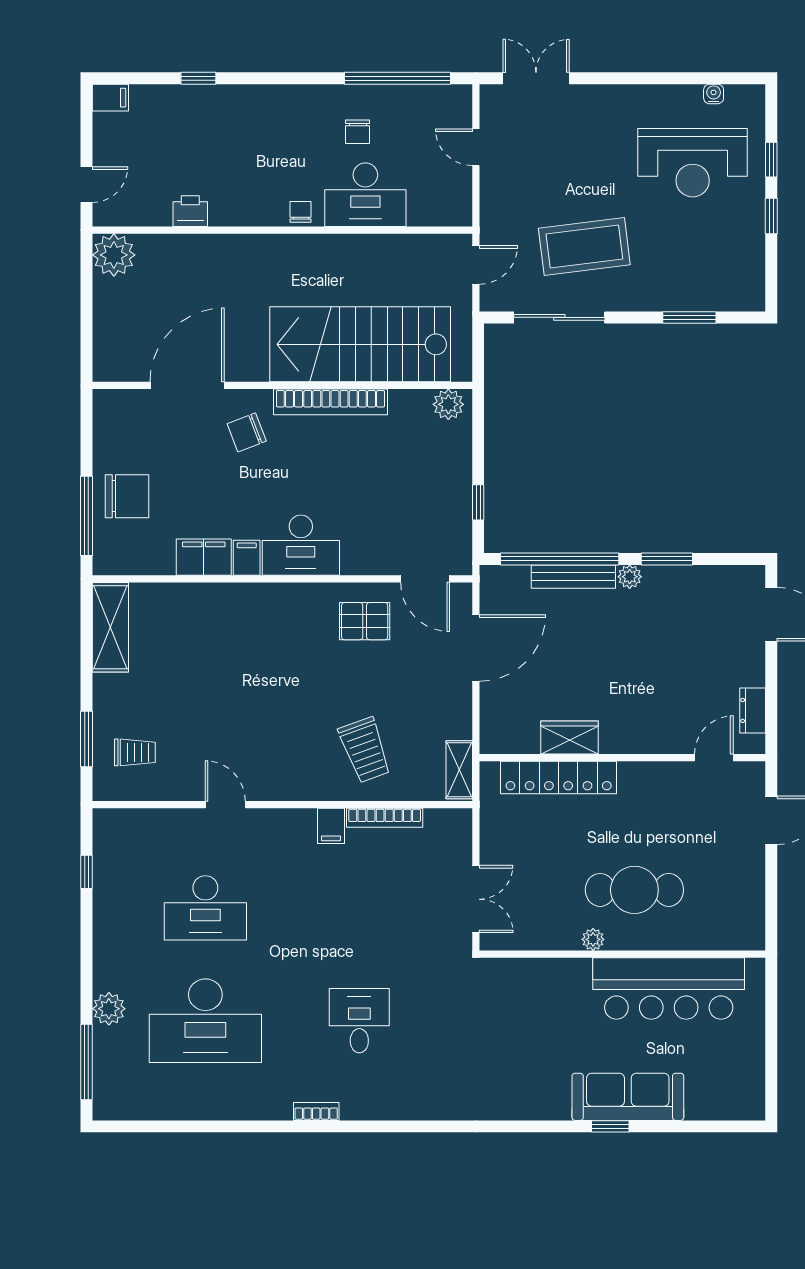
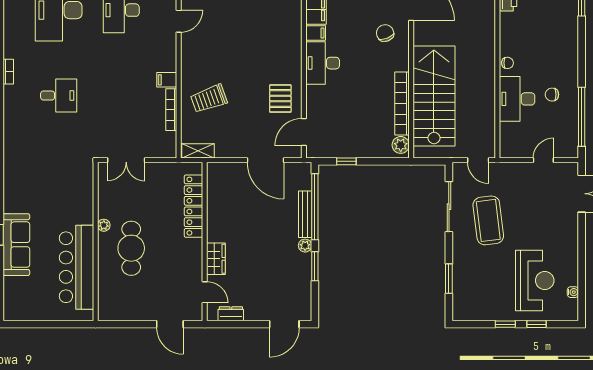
reception desk: (693, 163) -> (535, 280), turned 180
bookcase: (330, 402) -> (402, 103), moved
wardrobe: (569, 738) -> (216, 259), moved

